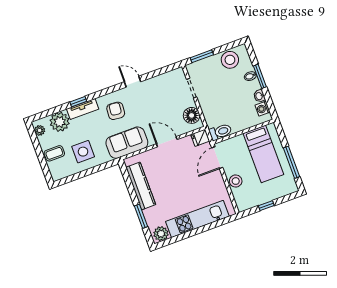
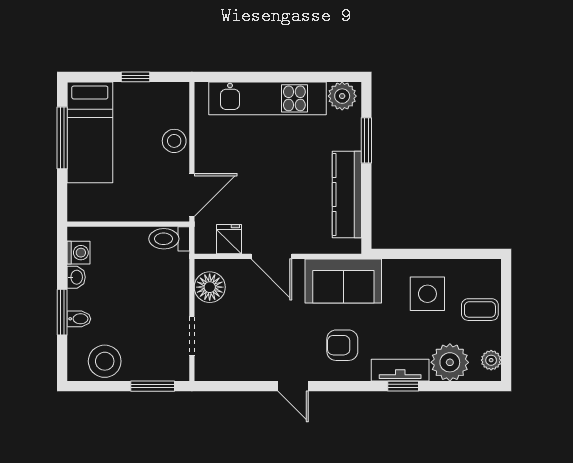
armchair: (116, 111) -> (342, 345), turned 85
fridge: (200, 138) -> (229, 239), moved, turned -90
bed: (263, 154) -> (90, 132), moved, turned 180

